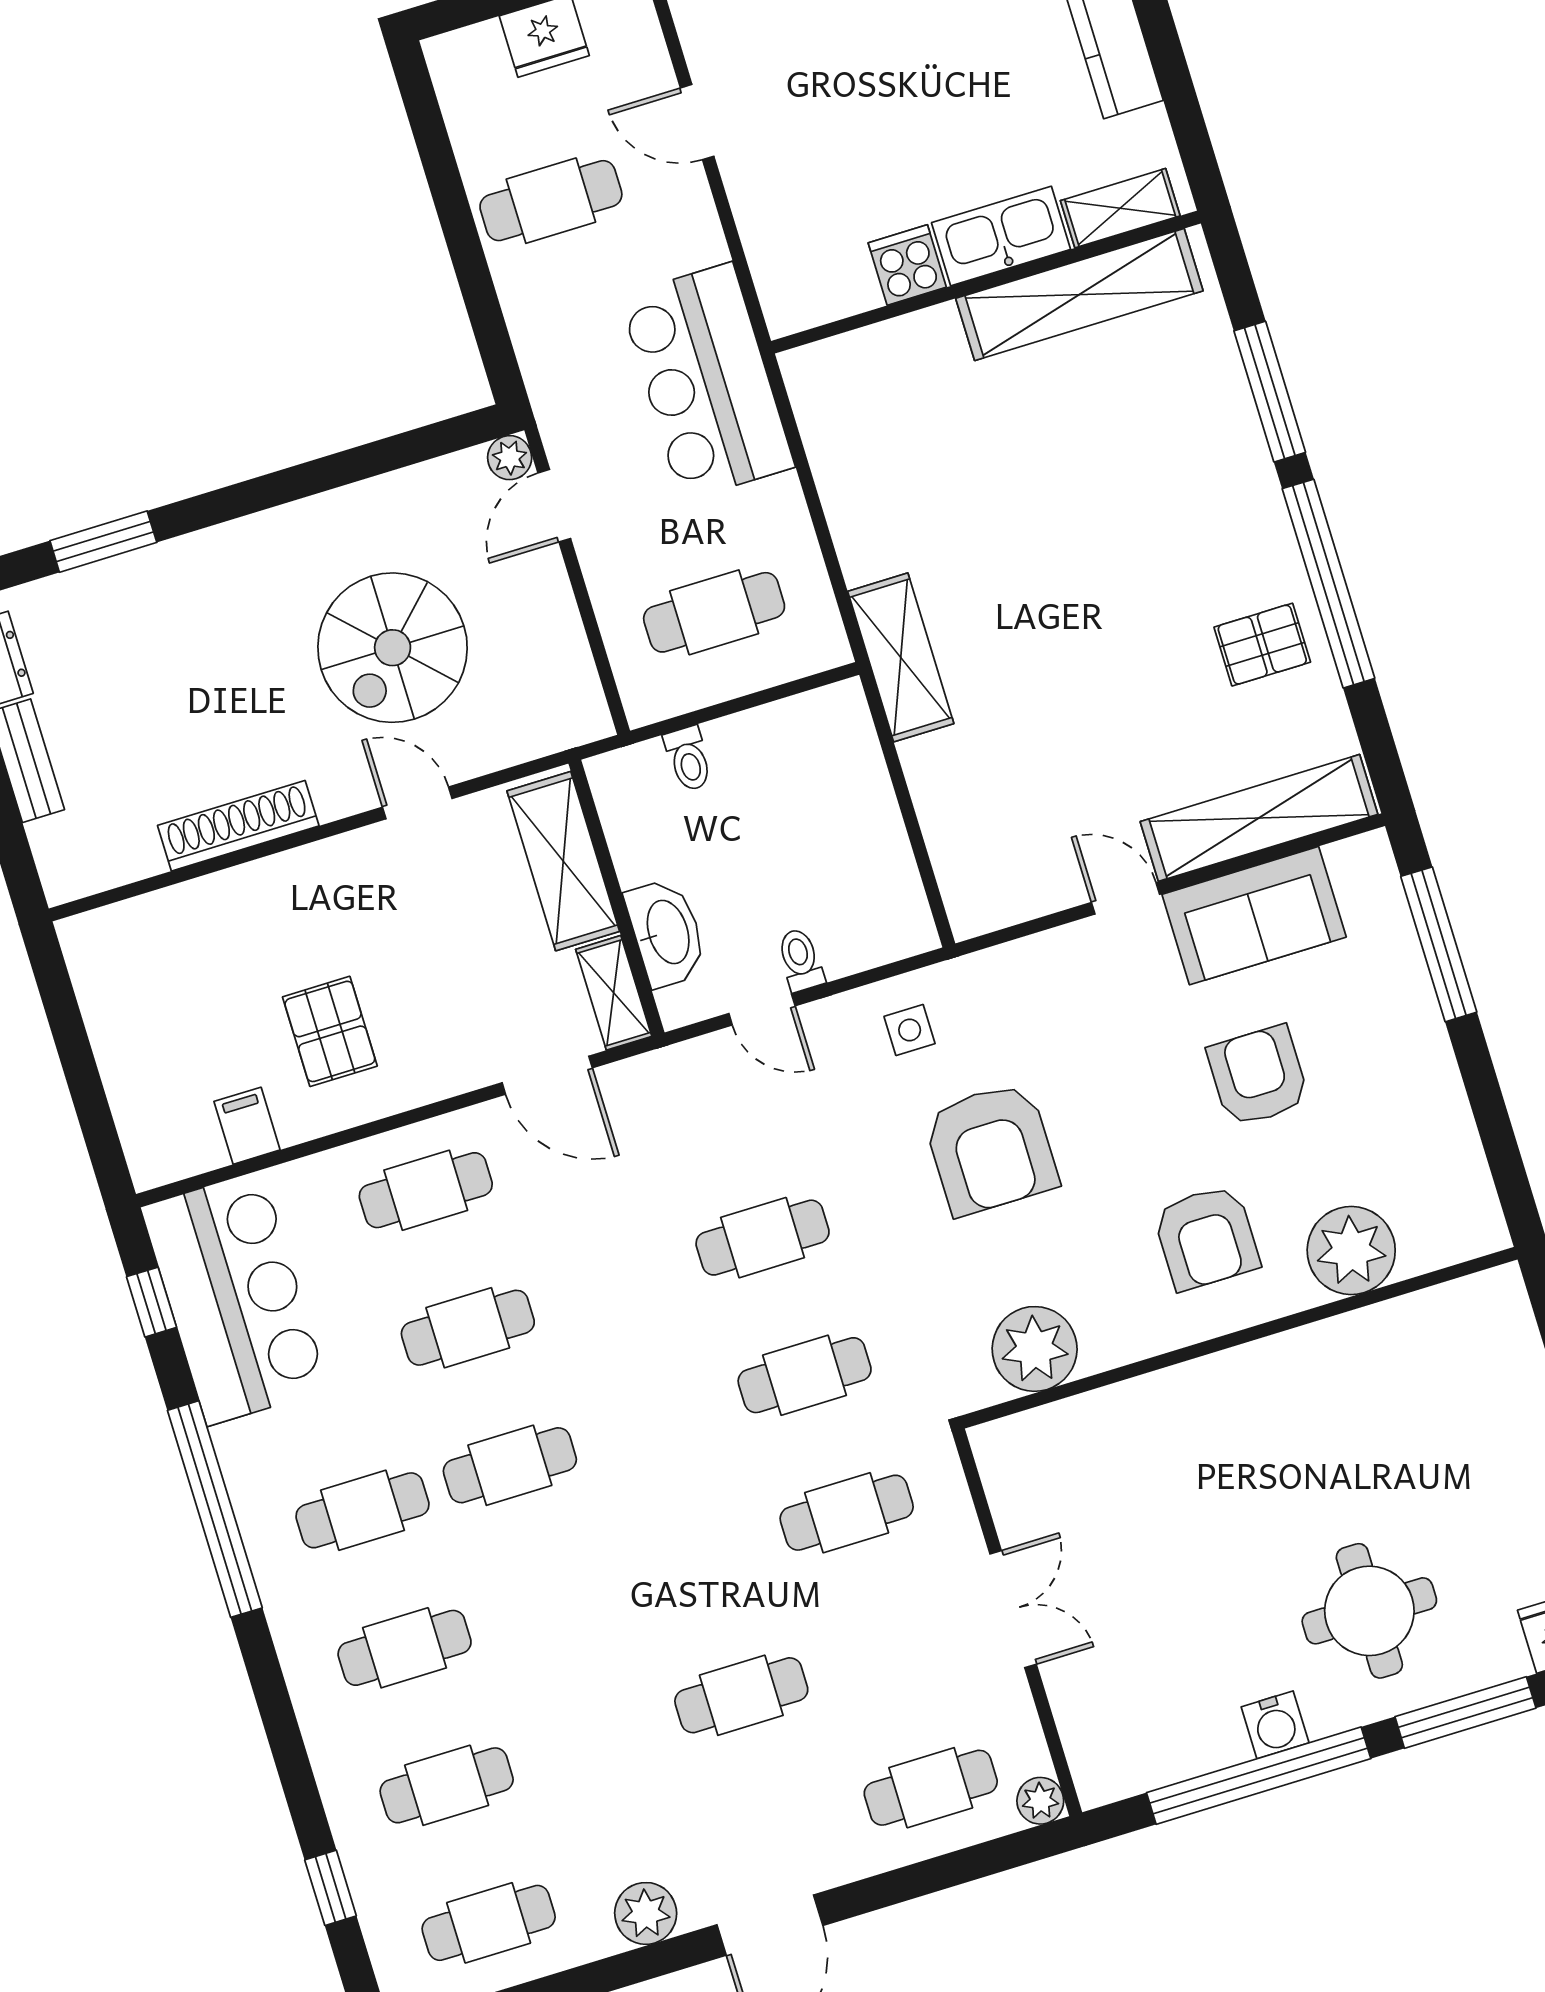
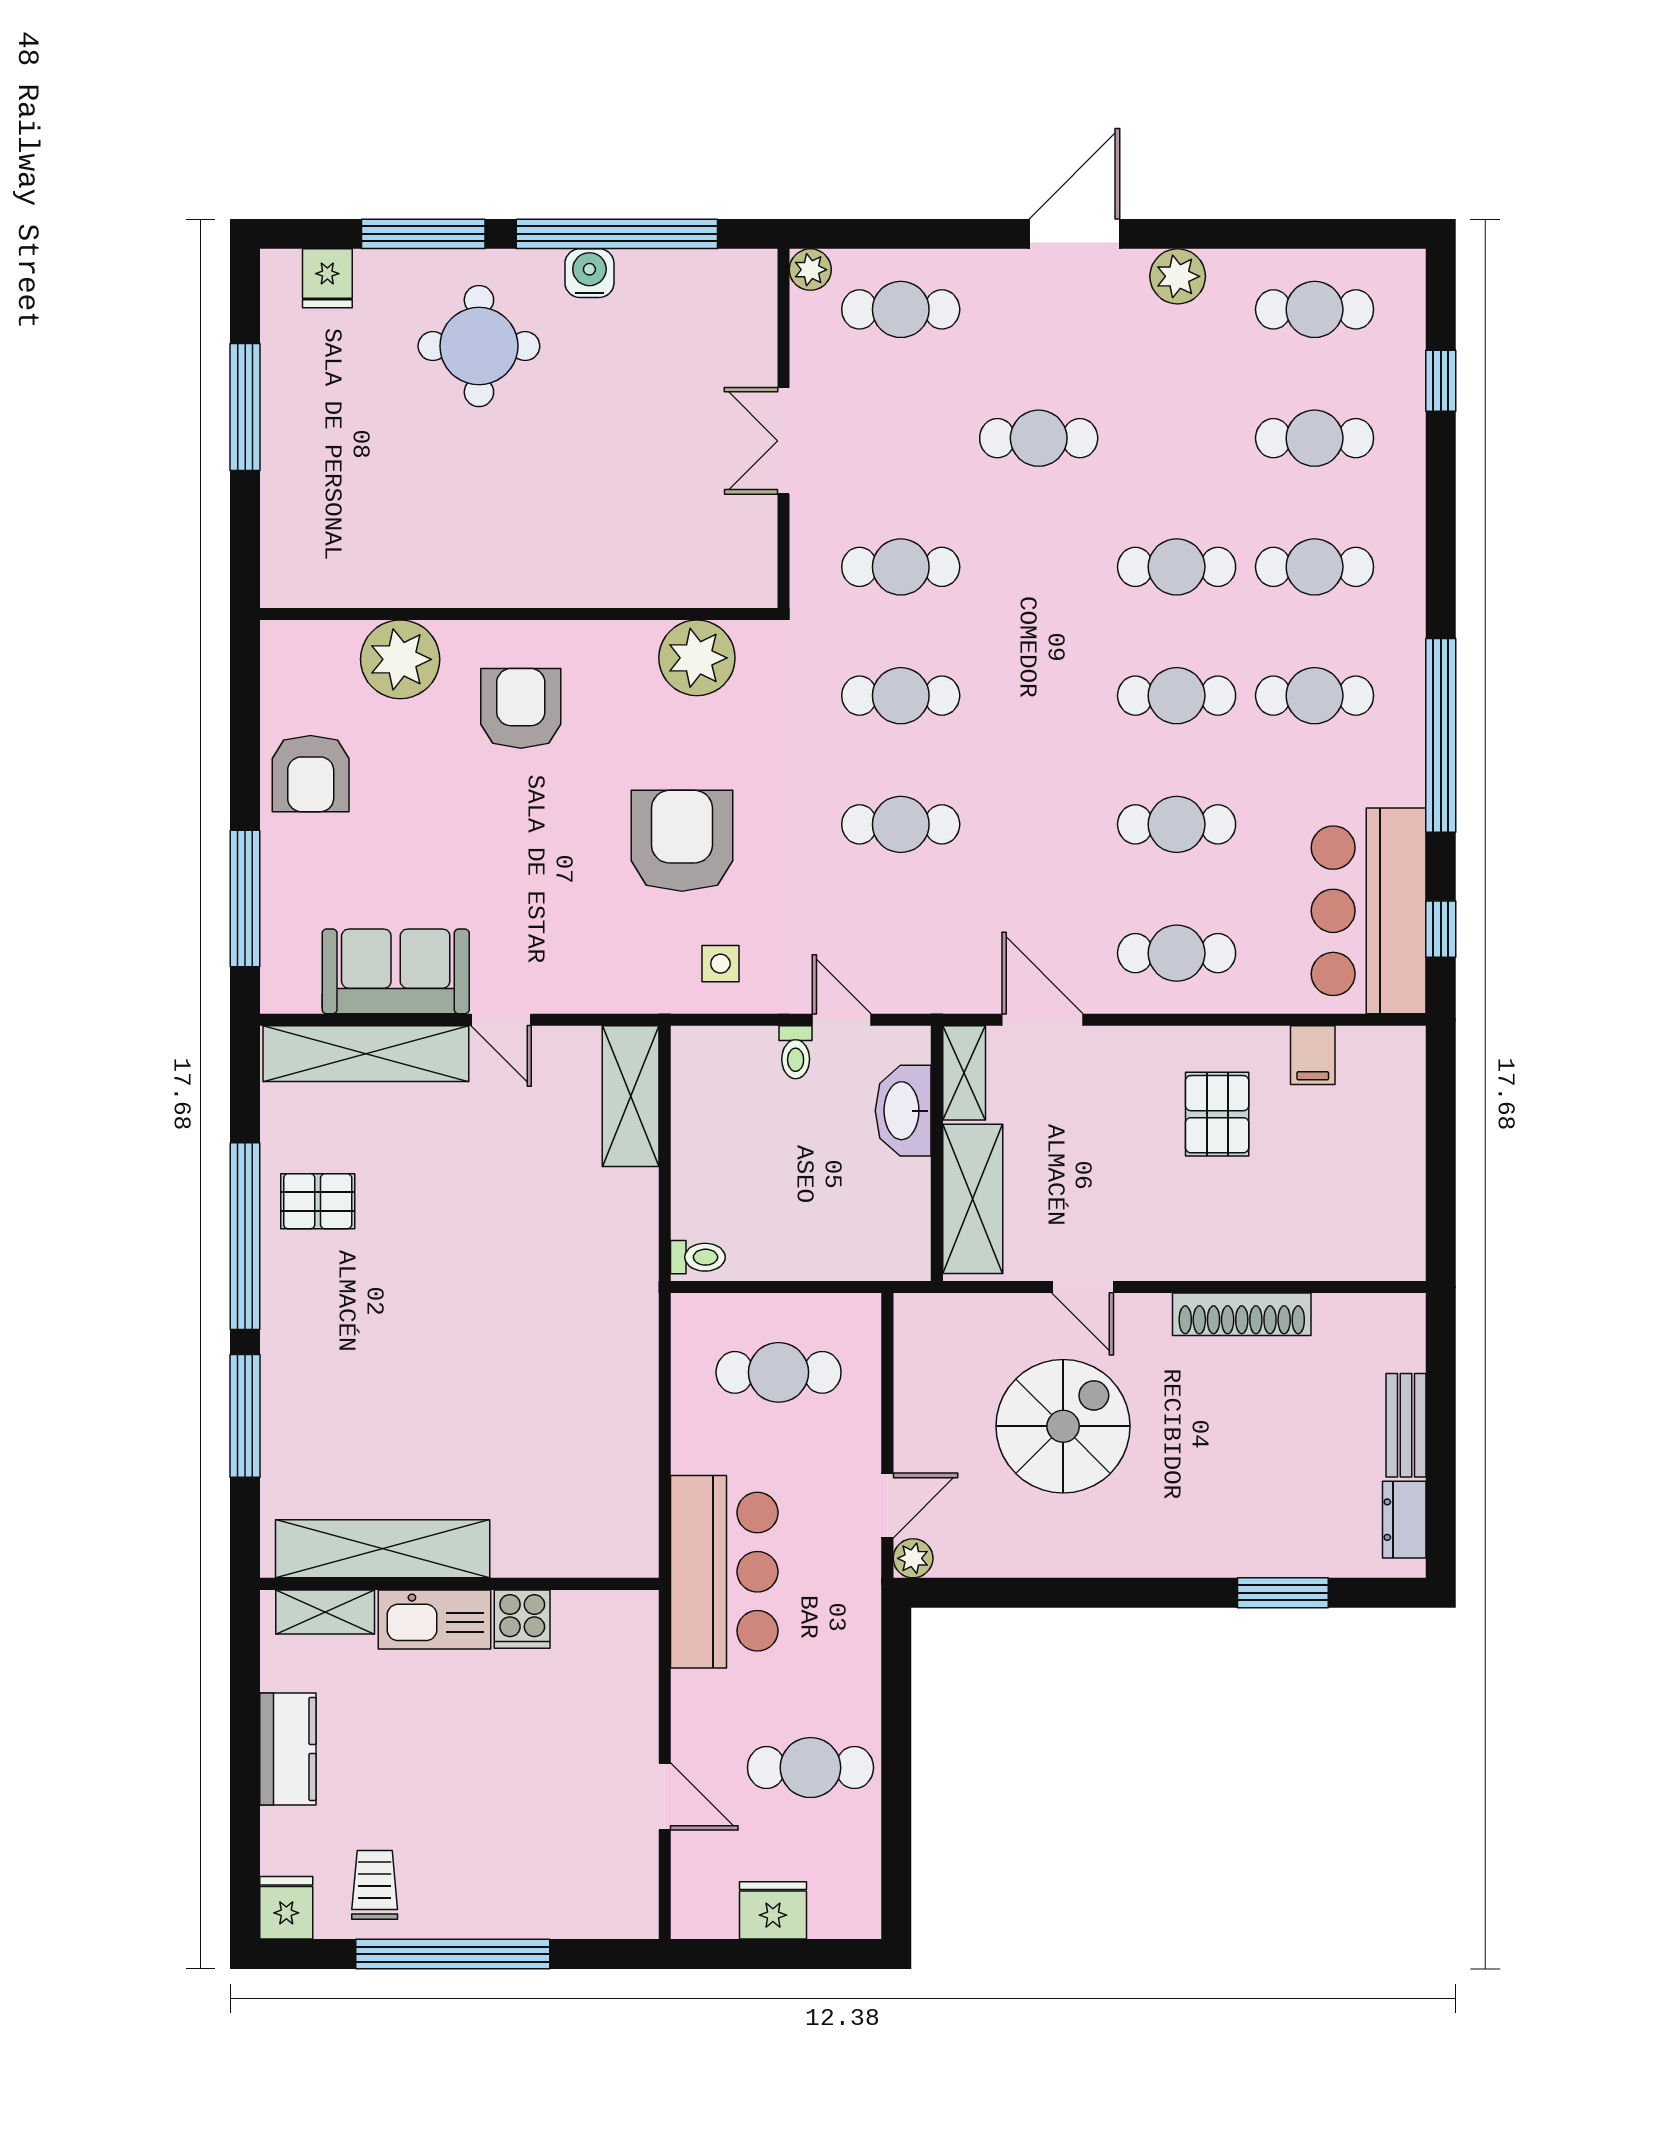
shelving: (901, 657) -> (631, 1096), moved
toilet: (688, 759) -> (698, 1257), moved, turned 90
armchair: (1258, 1076) -> (311, 774), moved
cafe table: (552, 1603) -> (1177, 567), added

